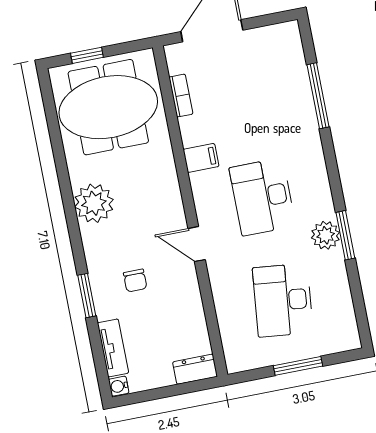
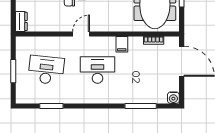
water cooler: (288, 33) -> (173, 98), added
plant: (326, 235) -> (73, 97), removed
window: (345, 235) -> (51, 106), moved

